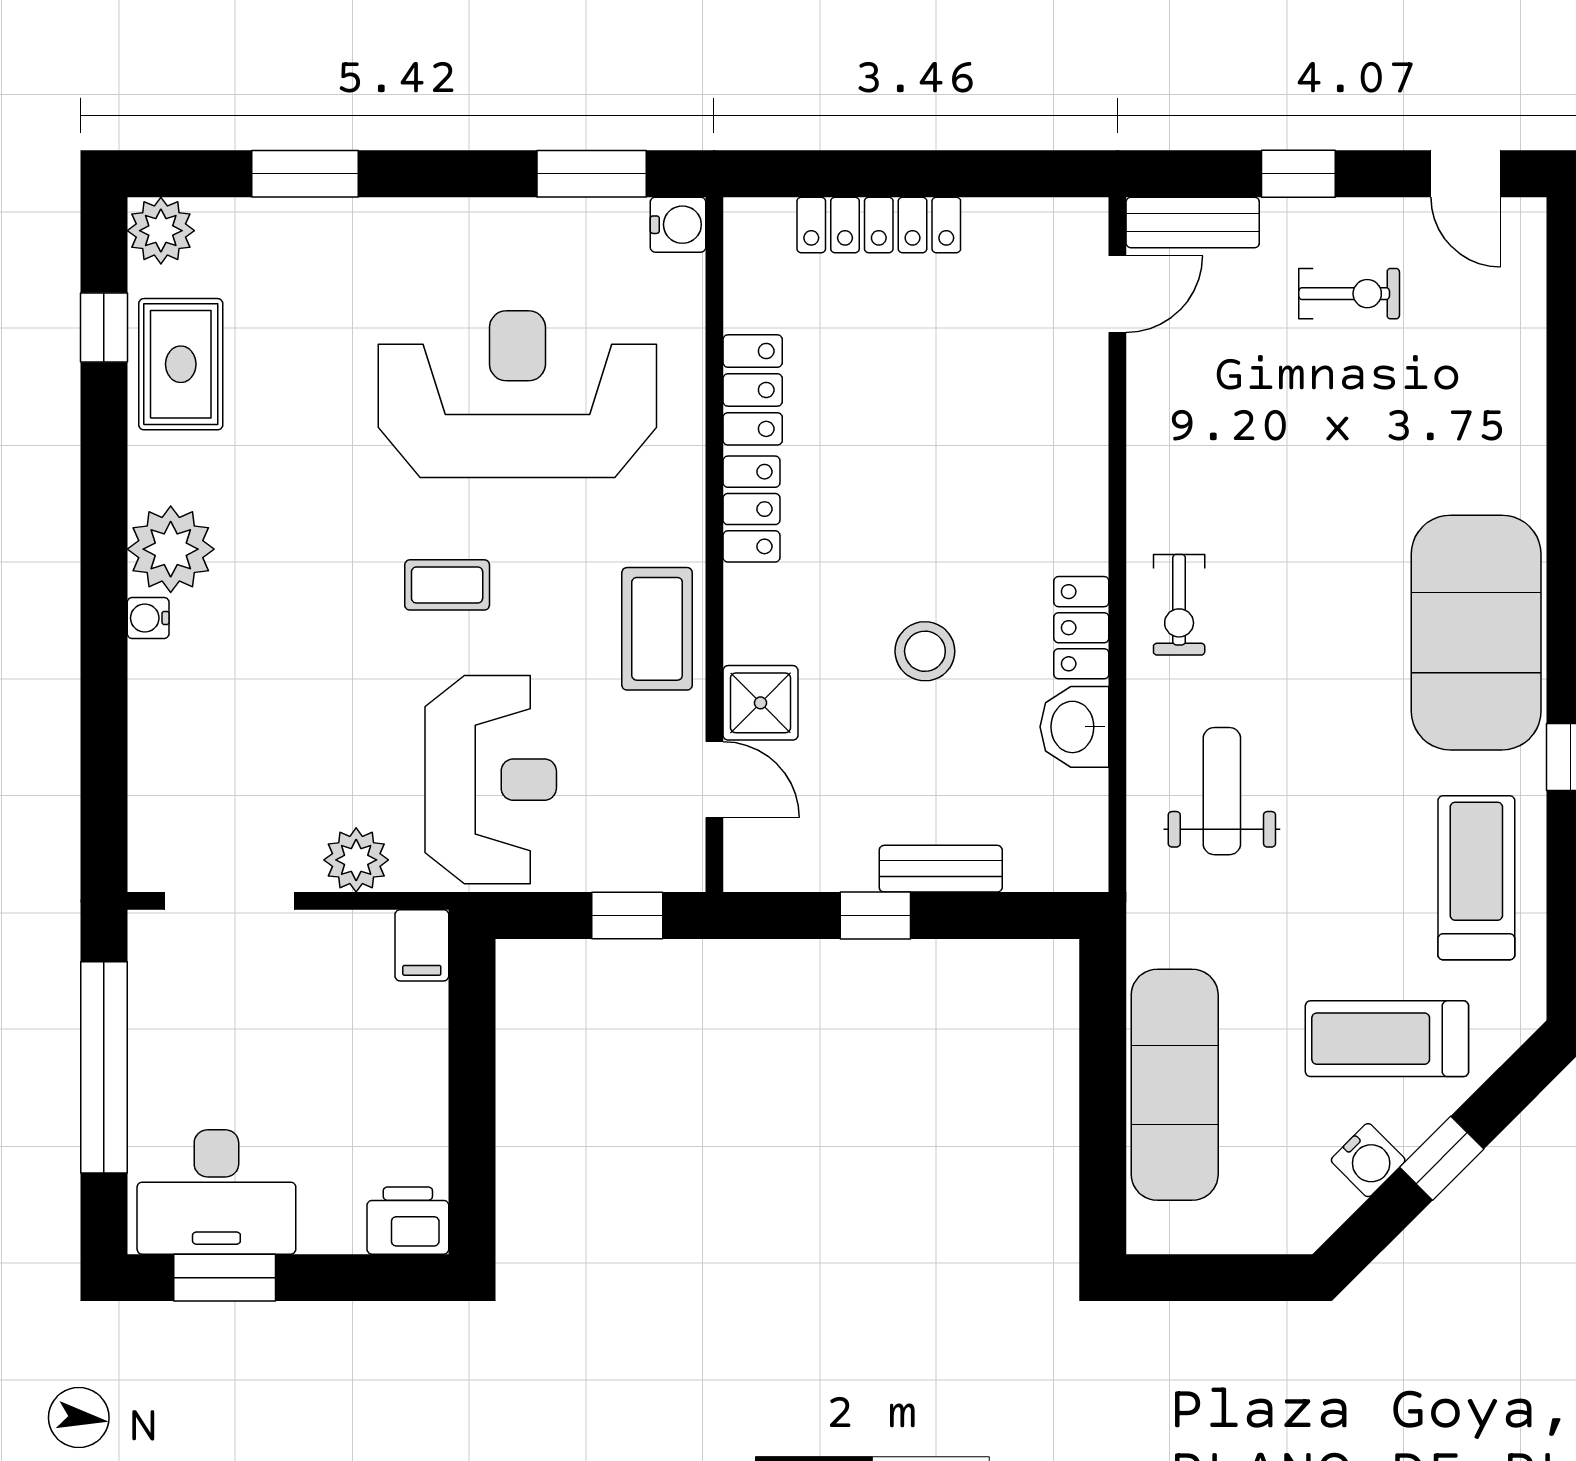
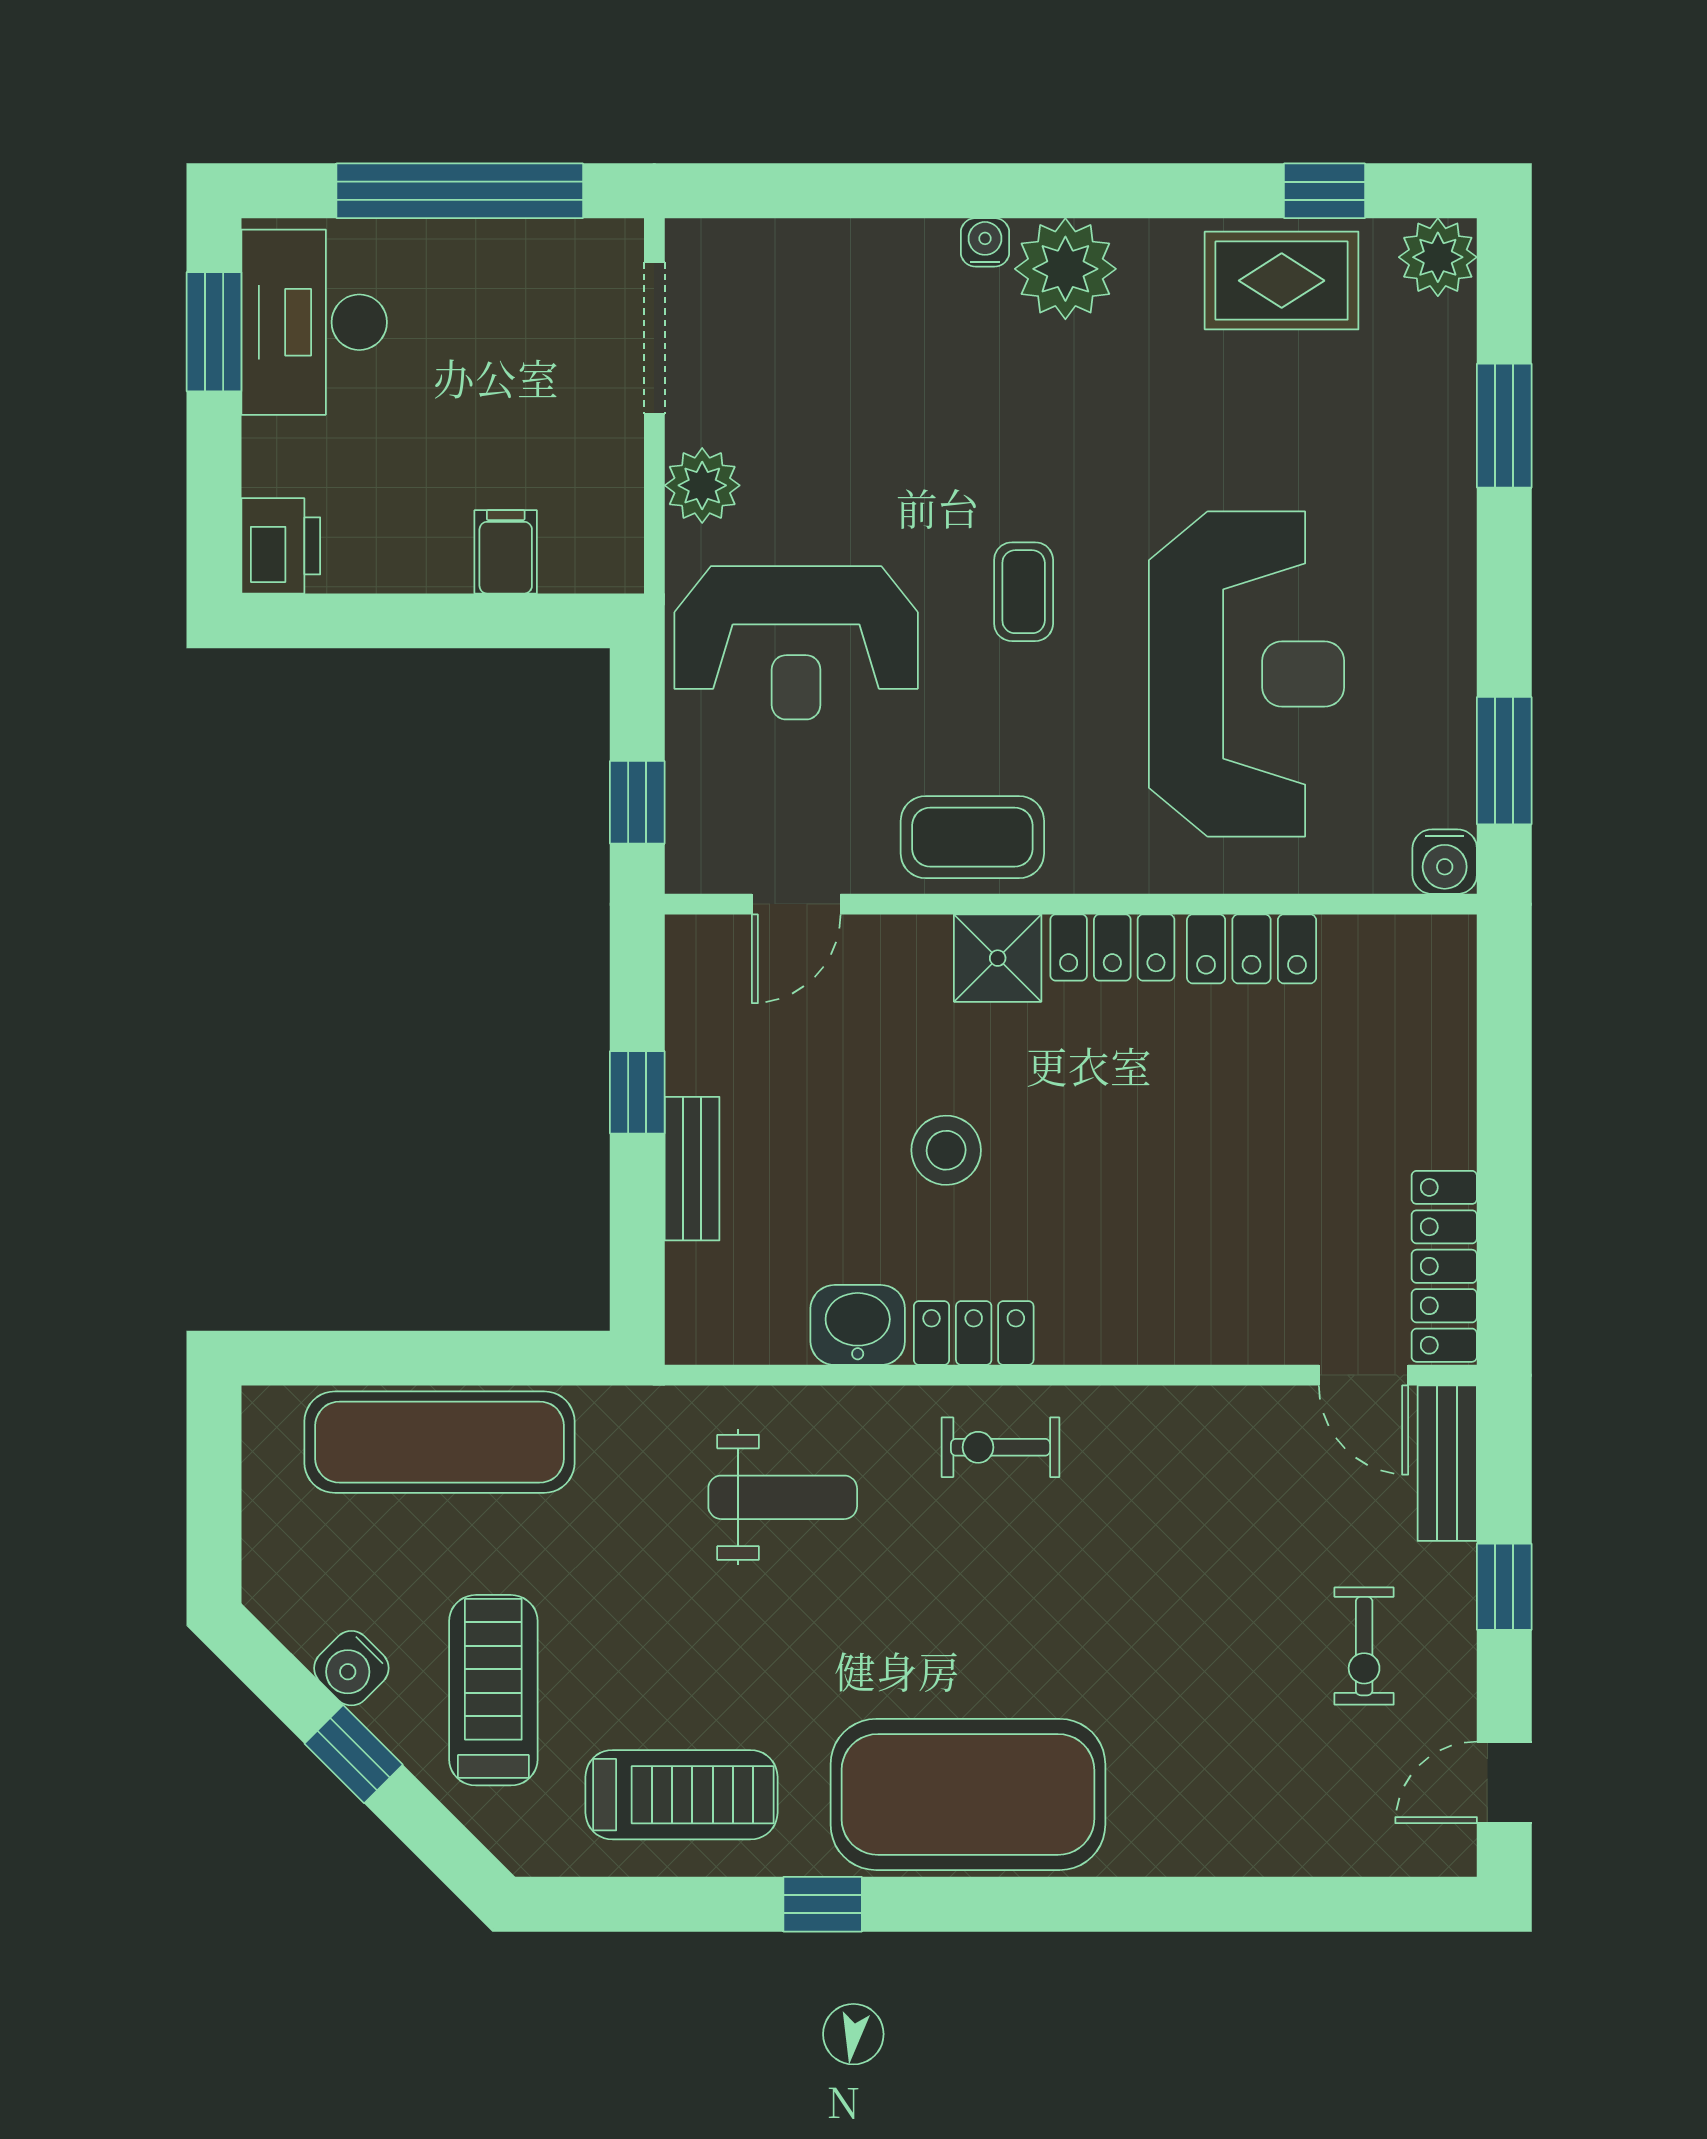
locker: (879, 225) -> (1444, 1266), moved
shower: (761, 703) -> (998, 958), moved
filing cabinet: (422, 945) -> (506, 552), moved, turned 90

